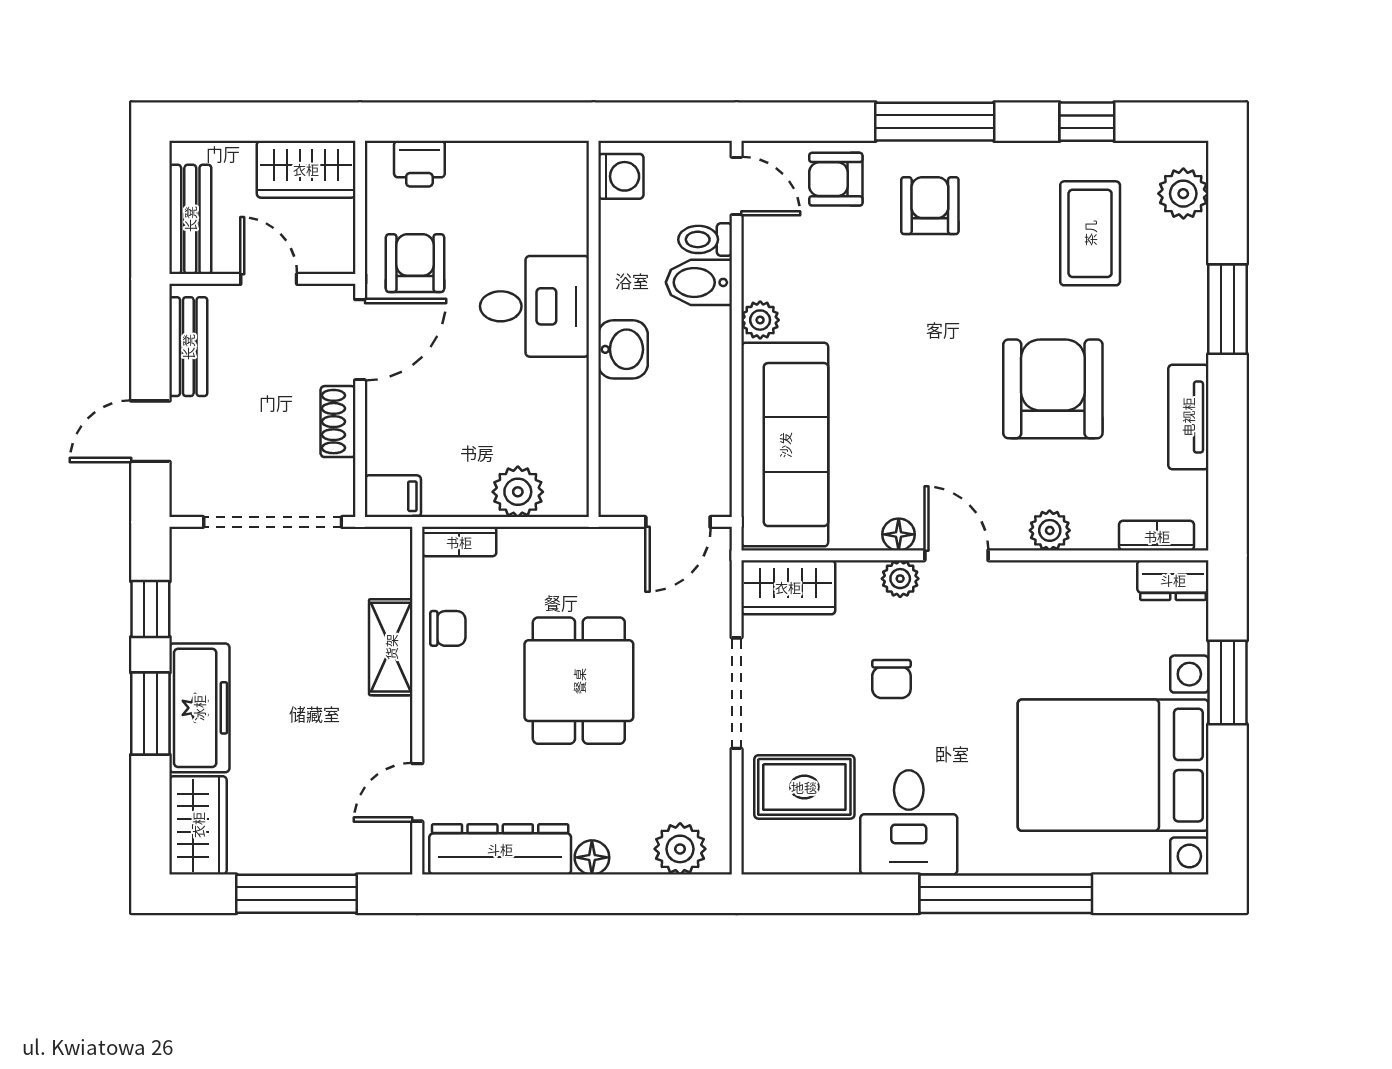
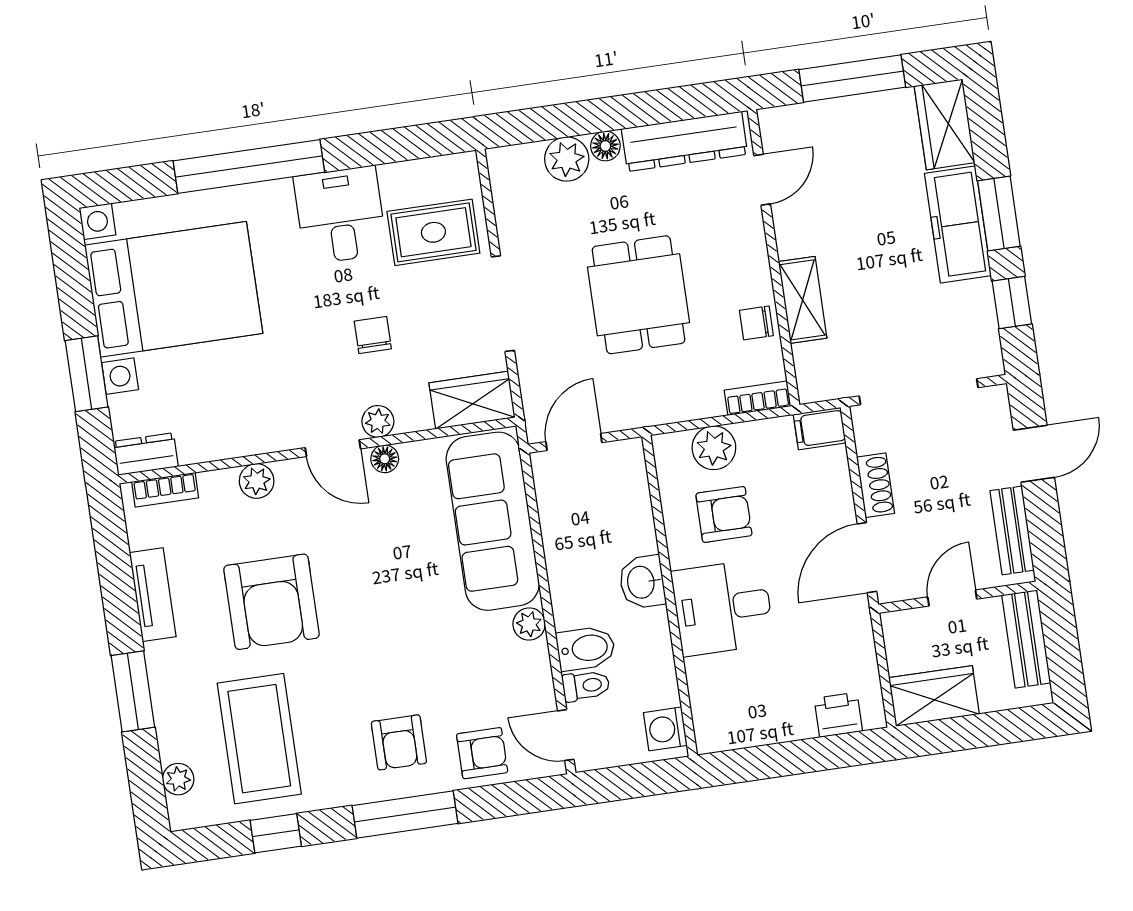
plant: (1183, 194) -> (178, 779), width x0.73, depth x0.73
coffee table: (1090, 233) -> (259, 739), width x1.36, depth x1.32
armchair: (415, 263) -> (724, 514), moved, turned -90
door: (269, 279) -> (952, 598), swing flipped
plant: (680, 849) -> (567, 159), moved

